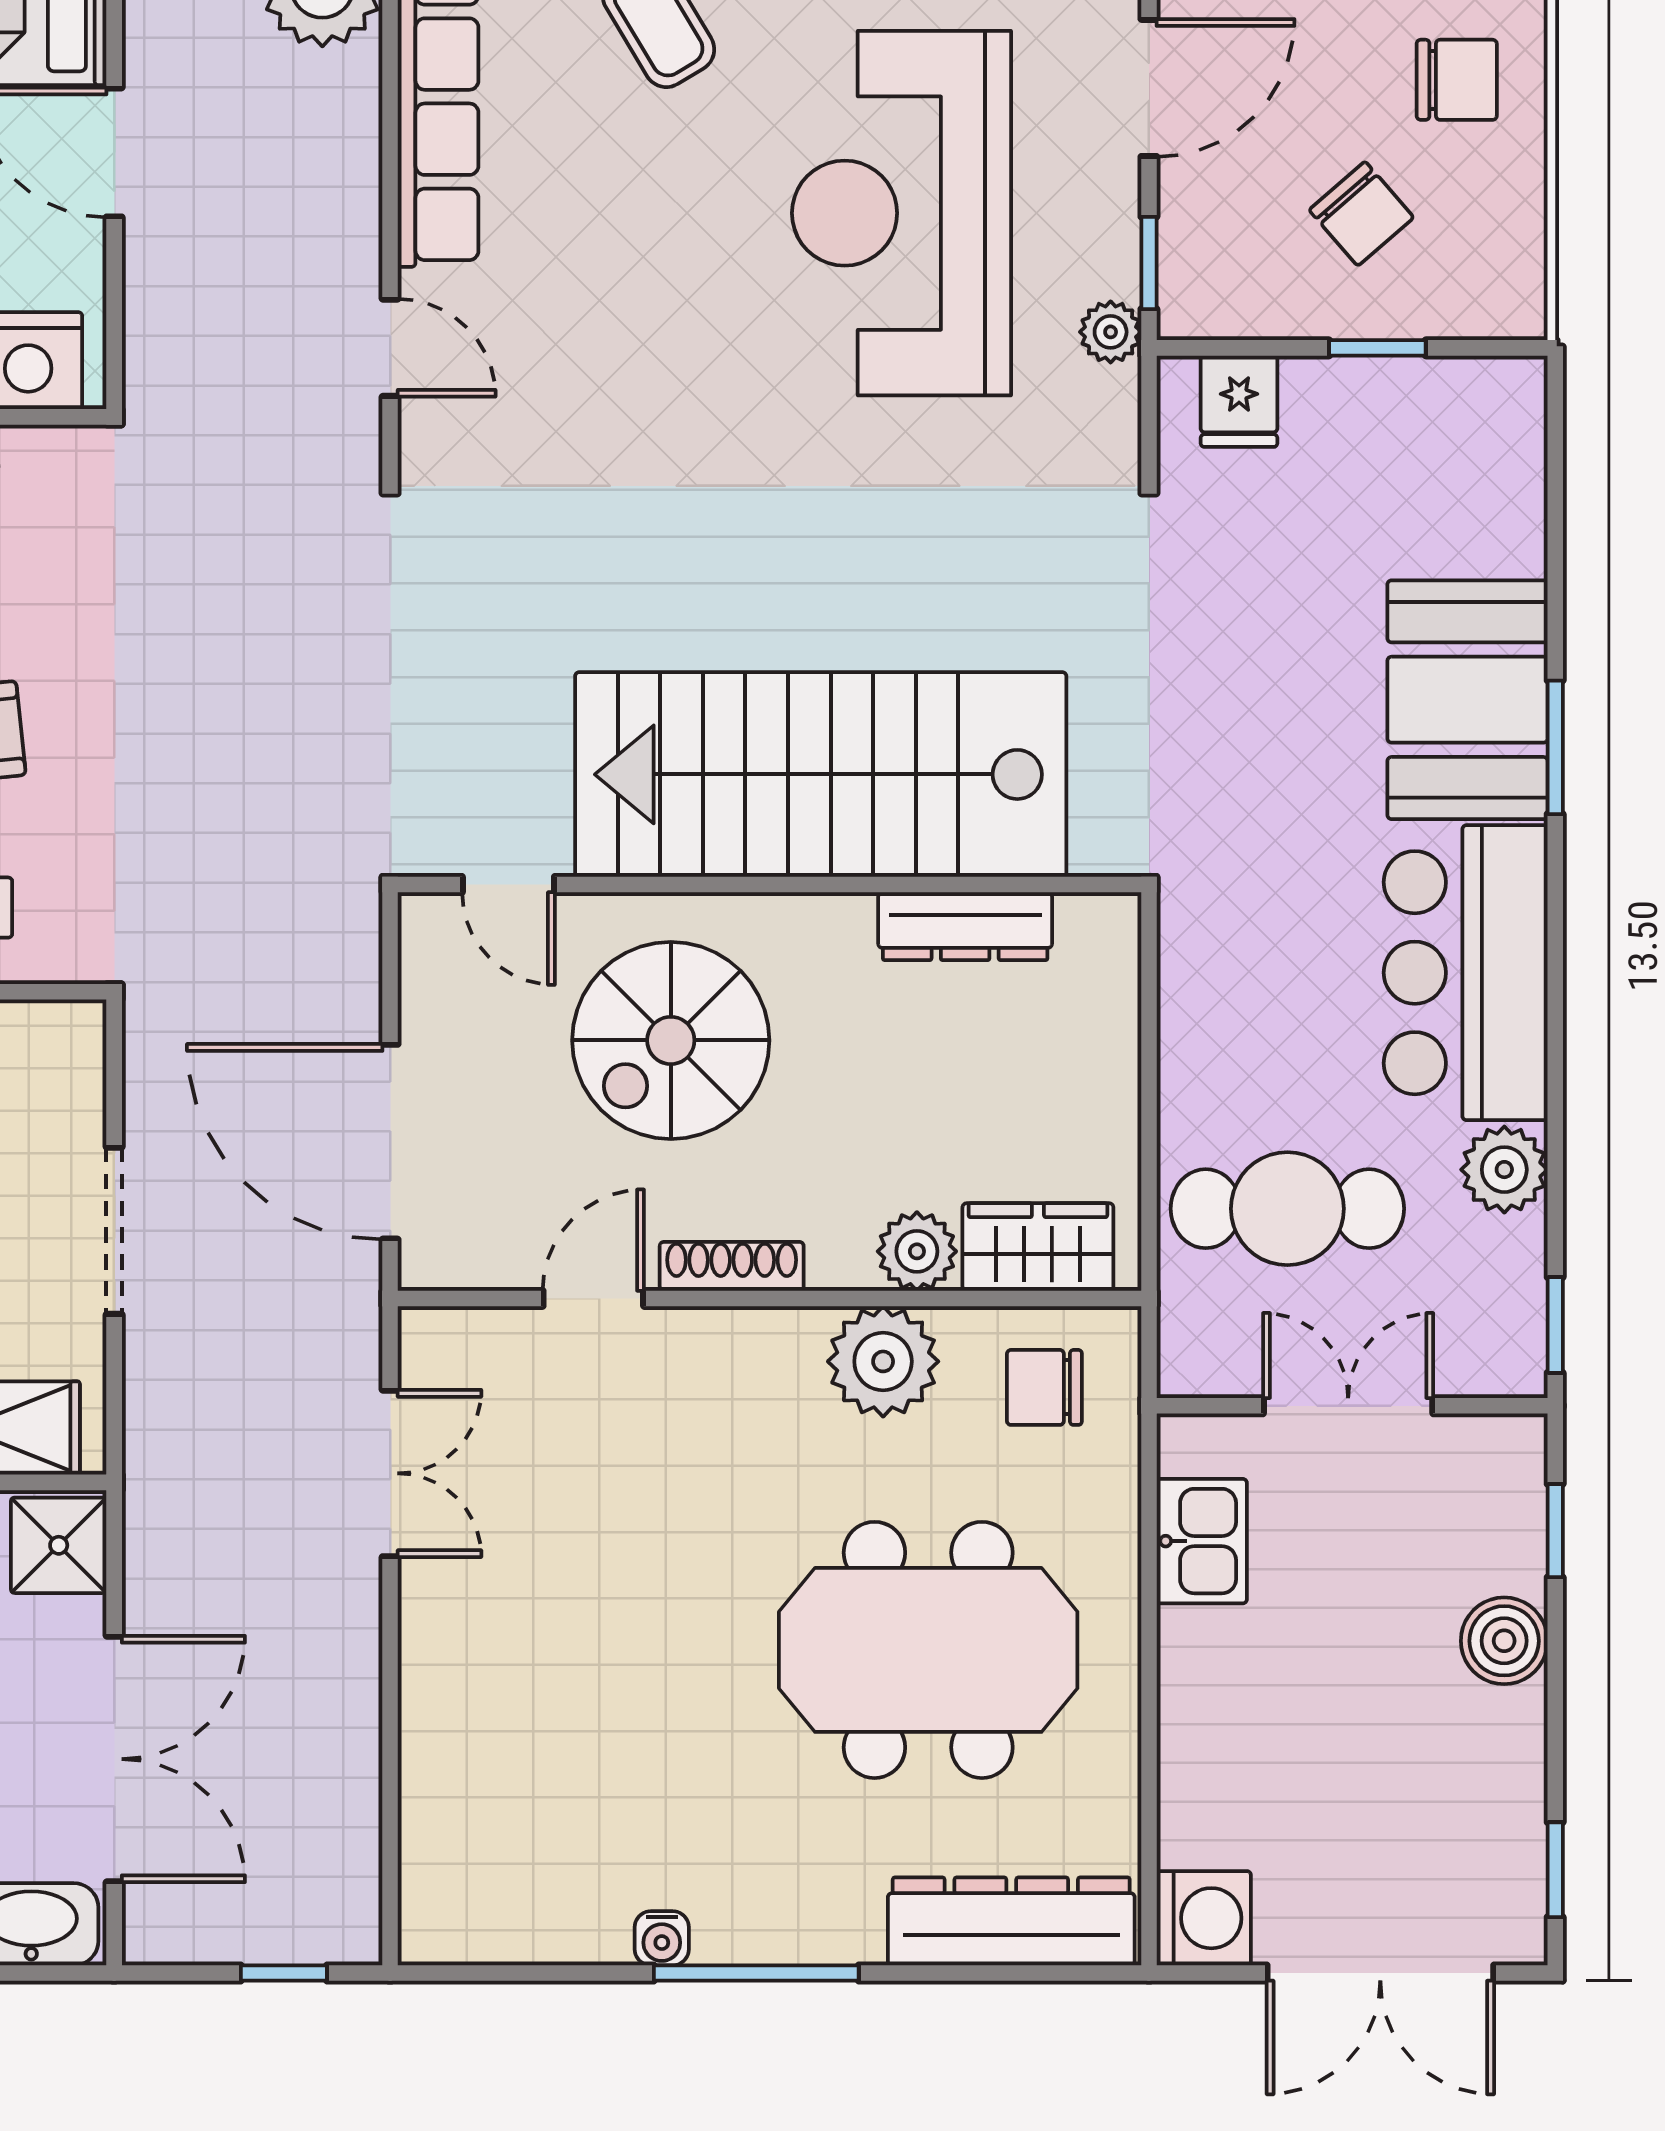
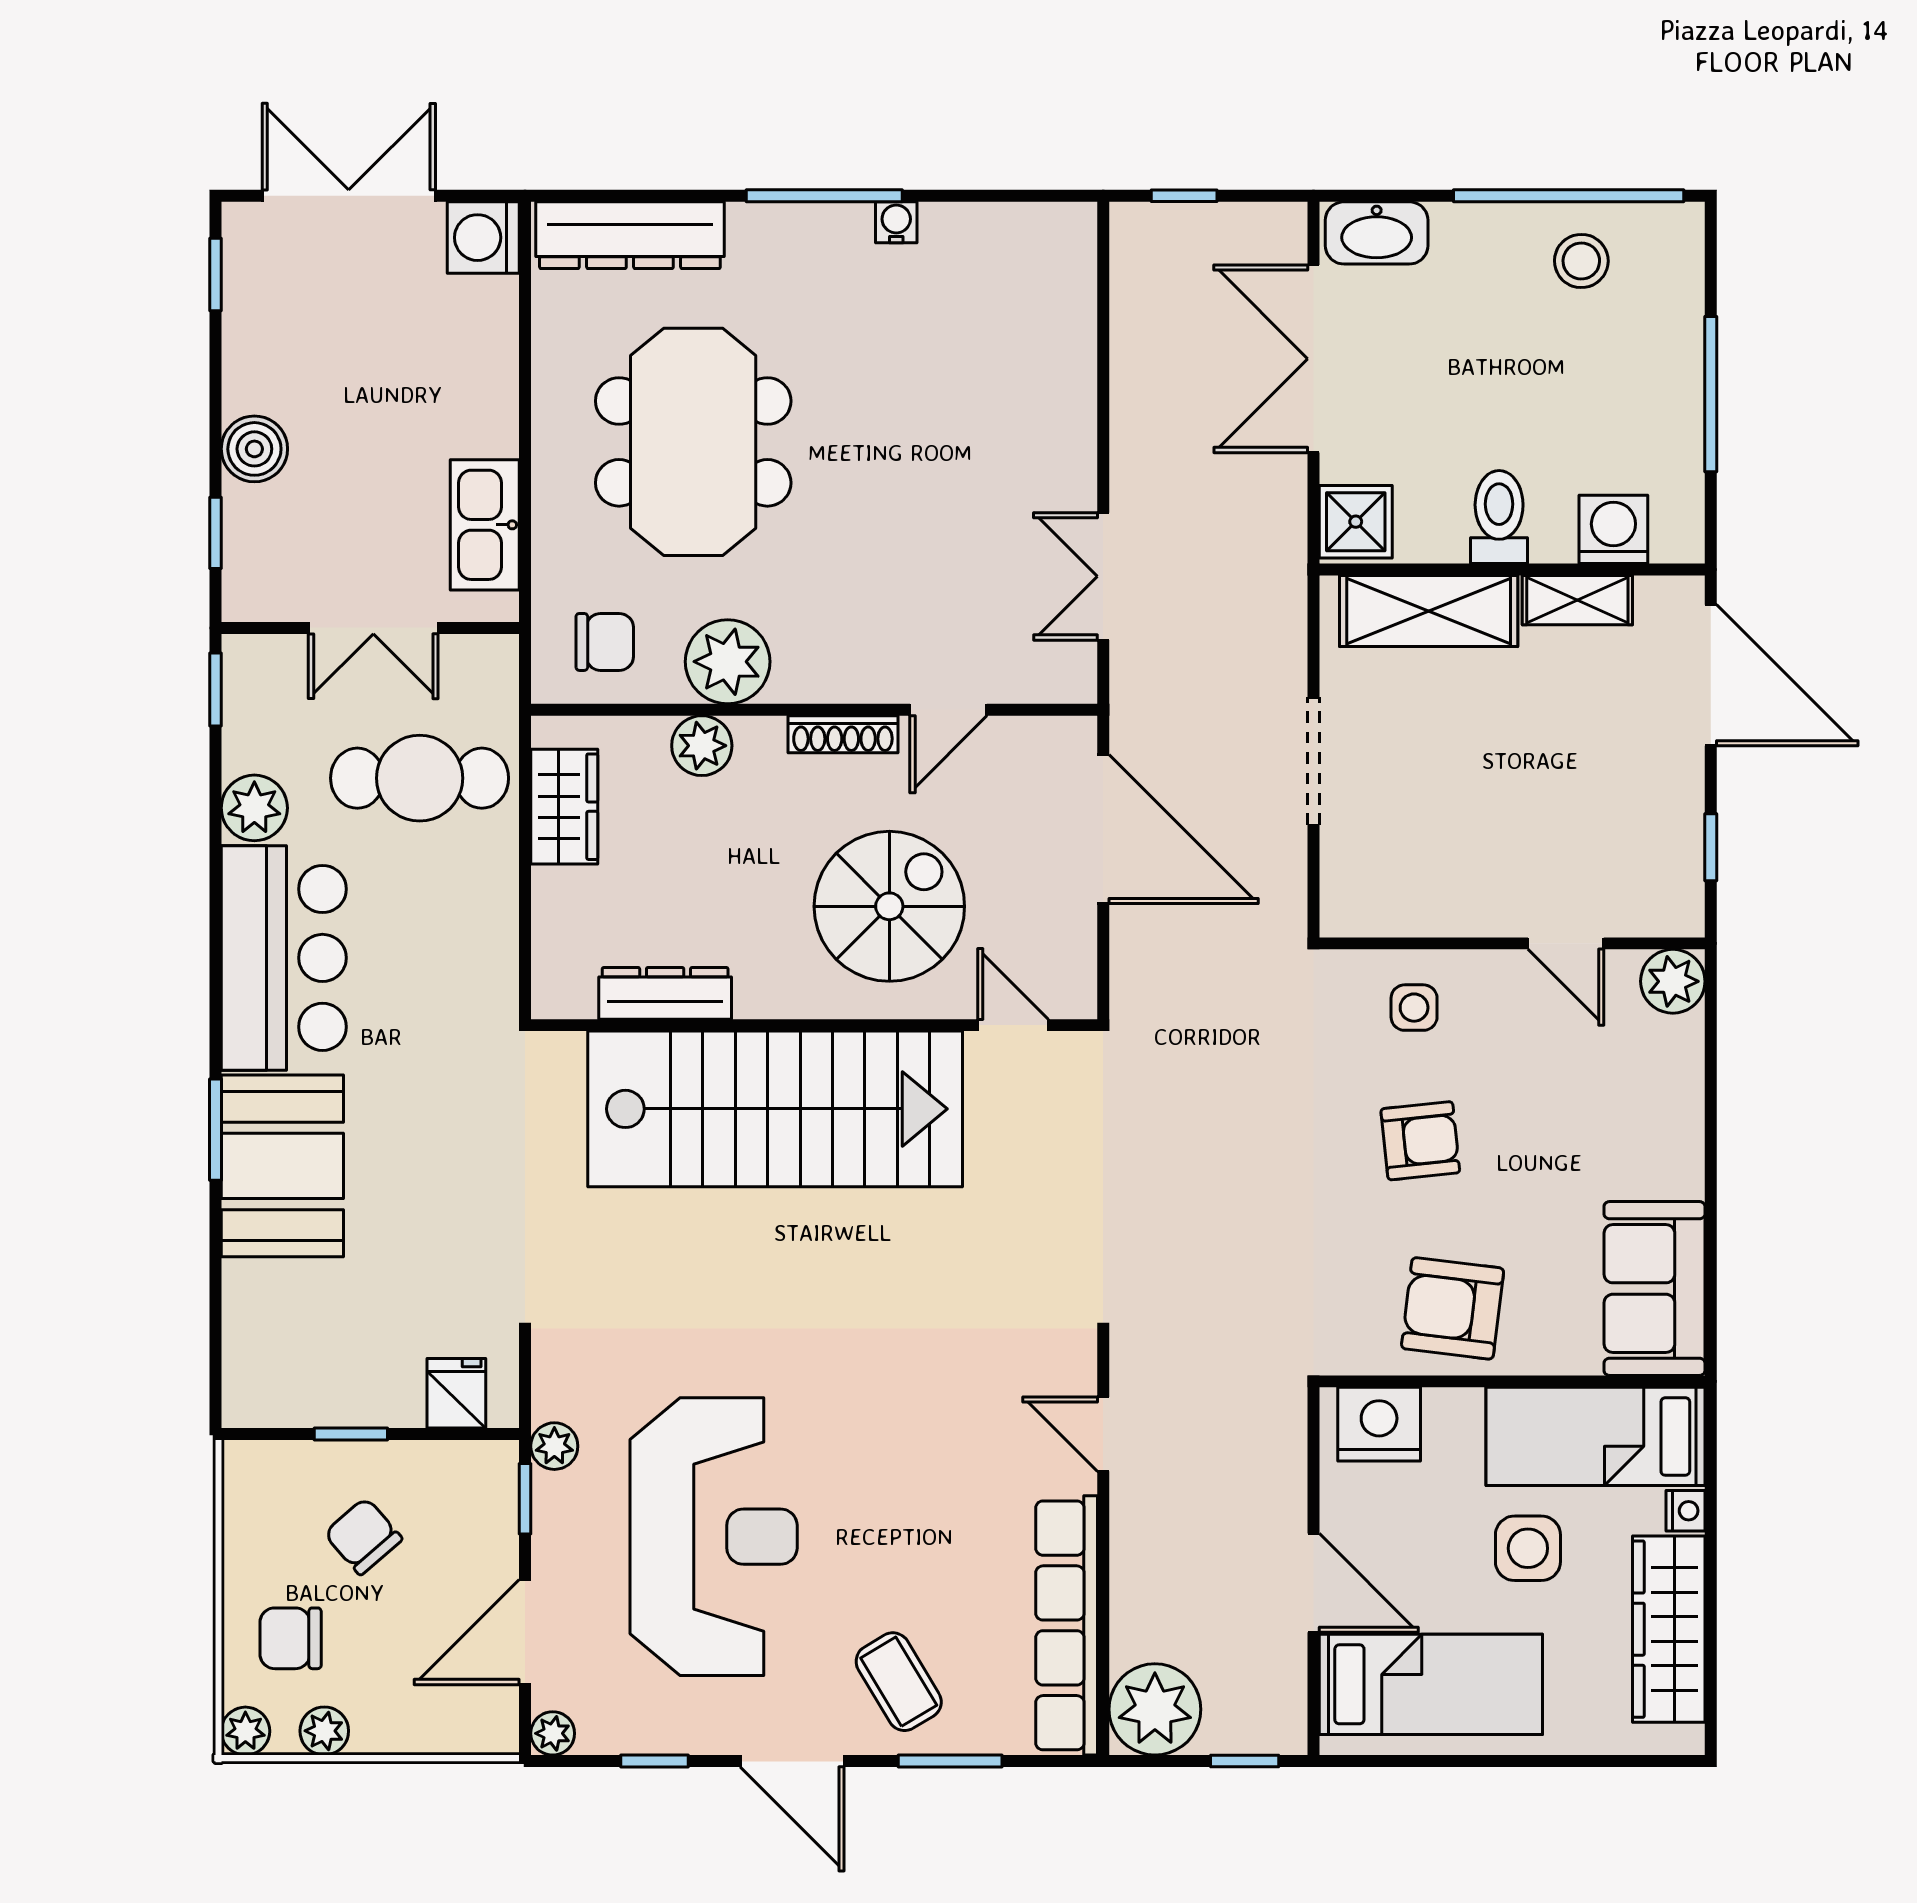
wardrobe: (1038, 1247) -> (564, 807), moved, turned -90
kitchen sink: (1202, 1541) -> (485, 525), width x1.38
meeting table: (928, 1650) -> (693, 442), turned 90

